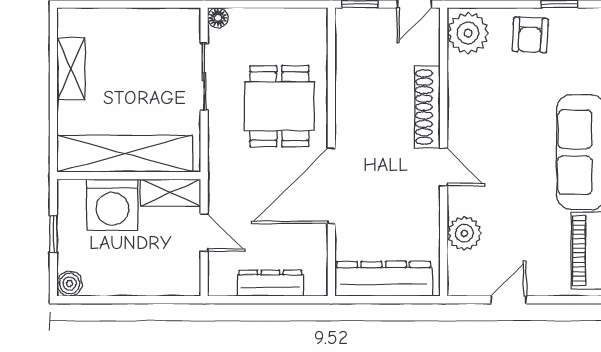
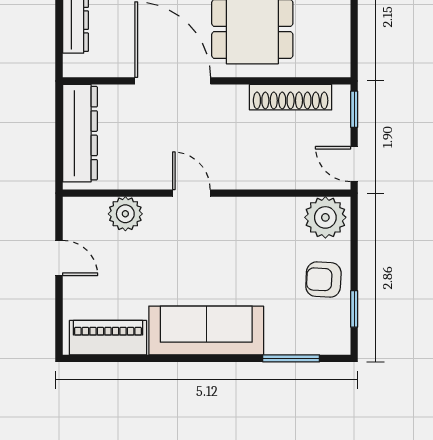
shoe rack: (427, 107) -> (291, 97), moved, turned 180
door: (444, 167) -> (191, 193), swing flipped

